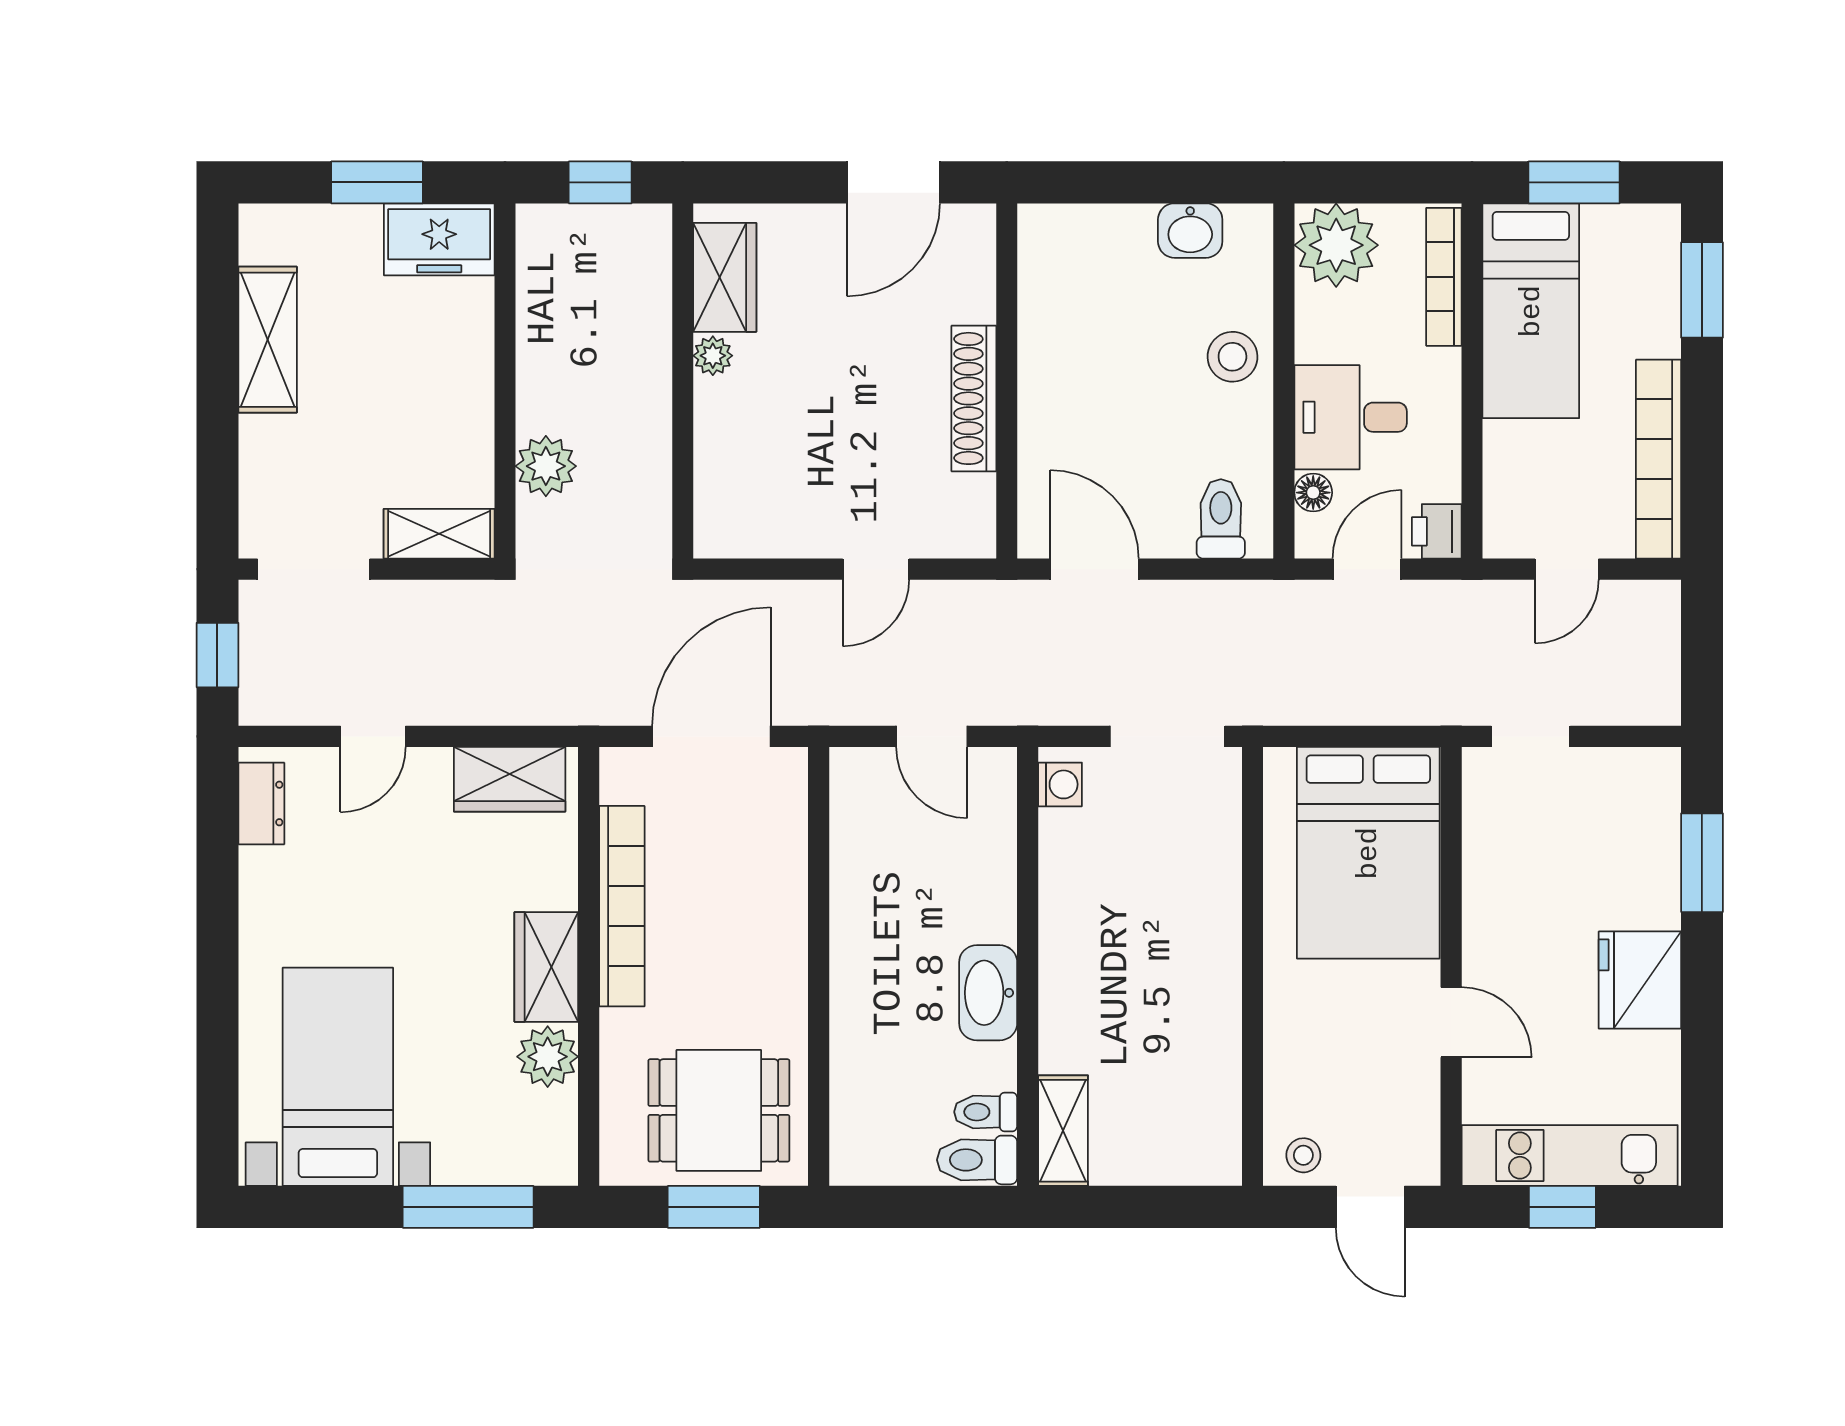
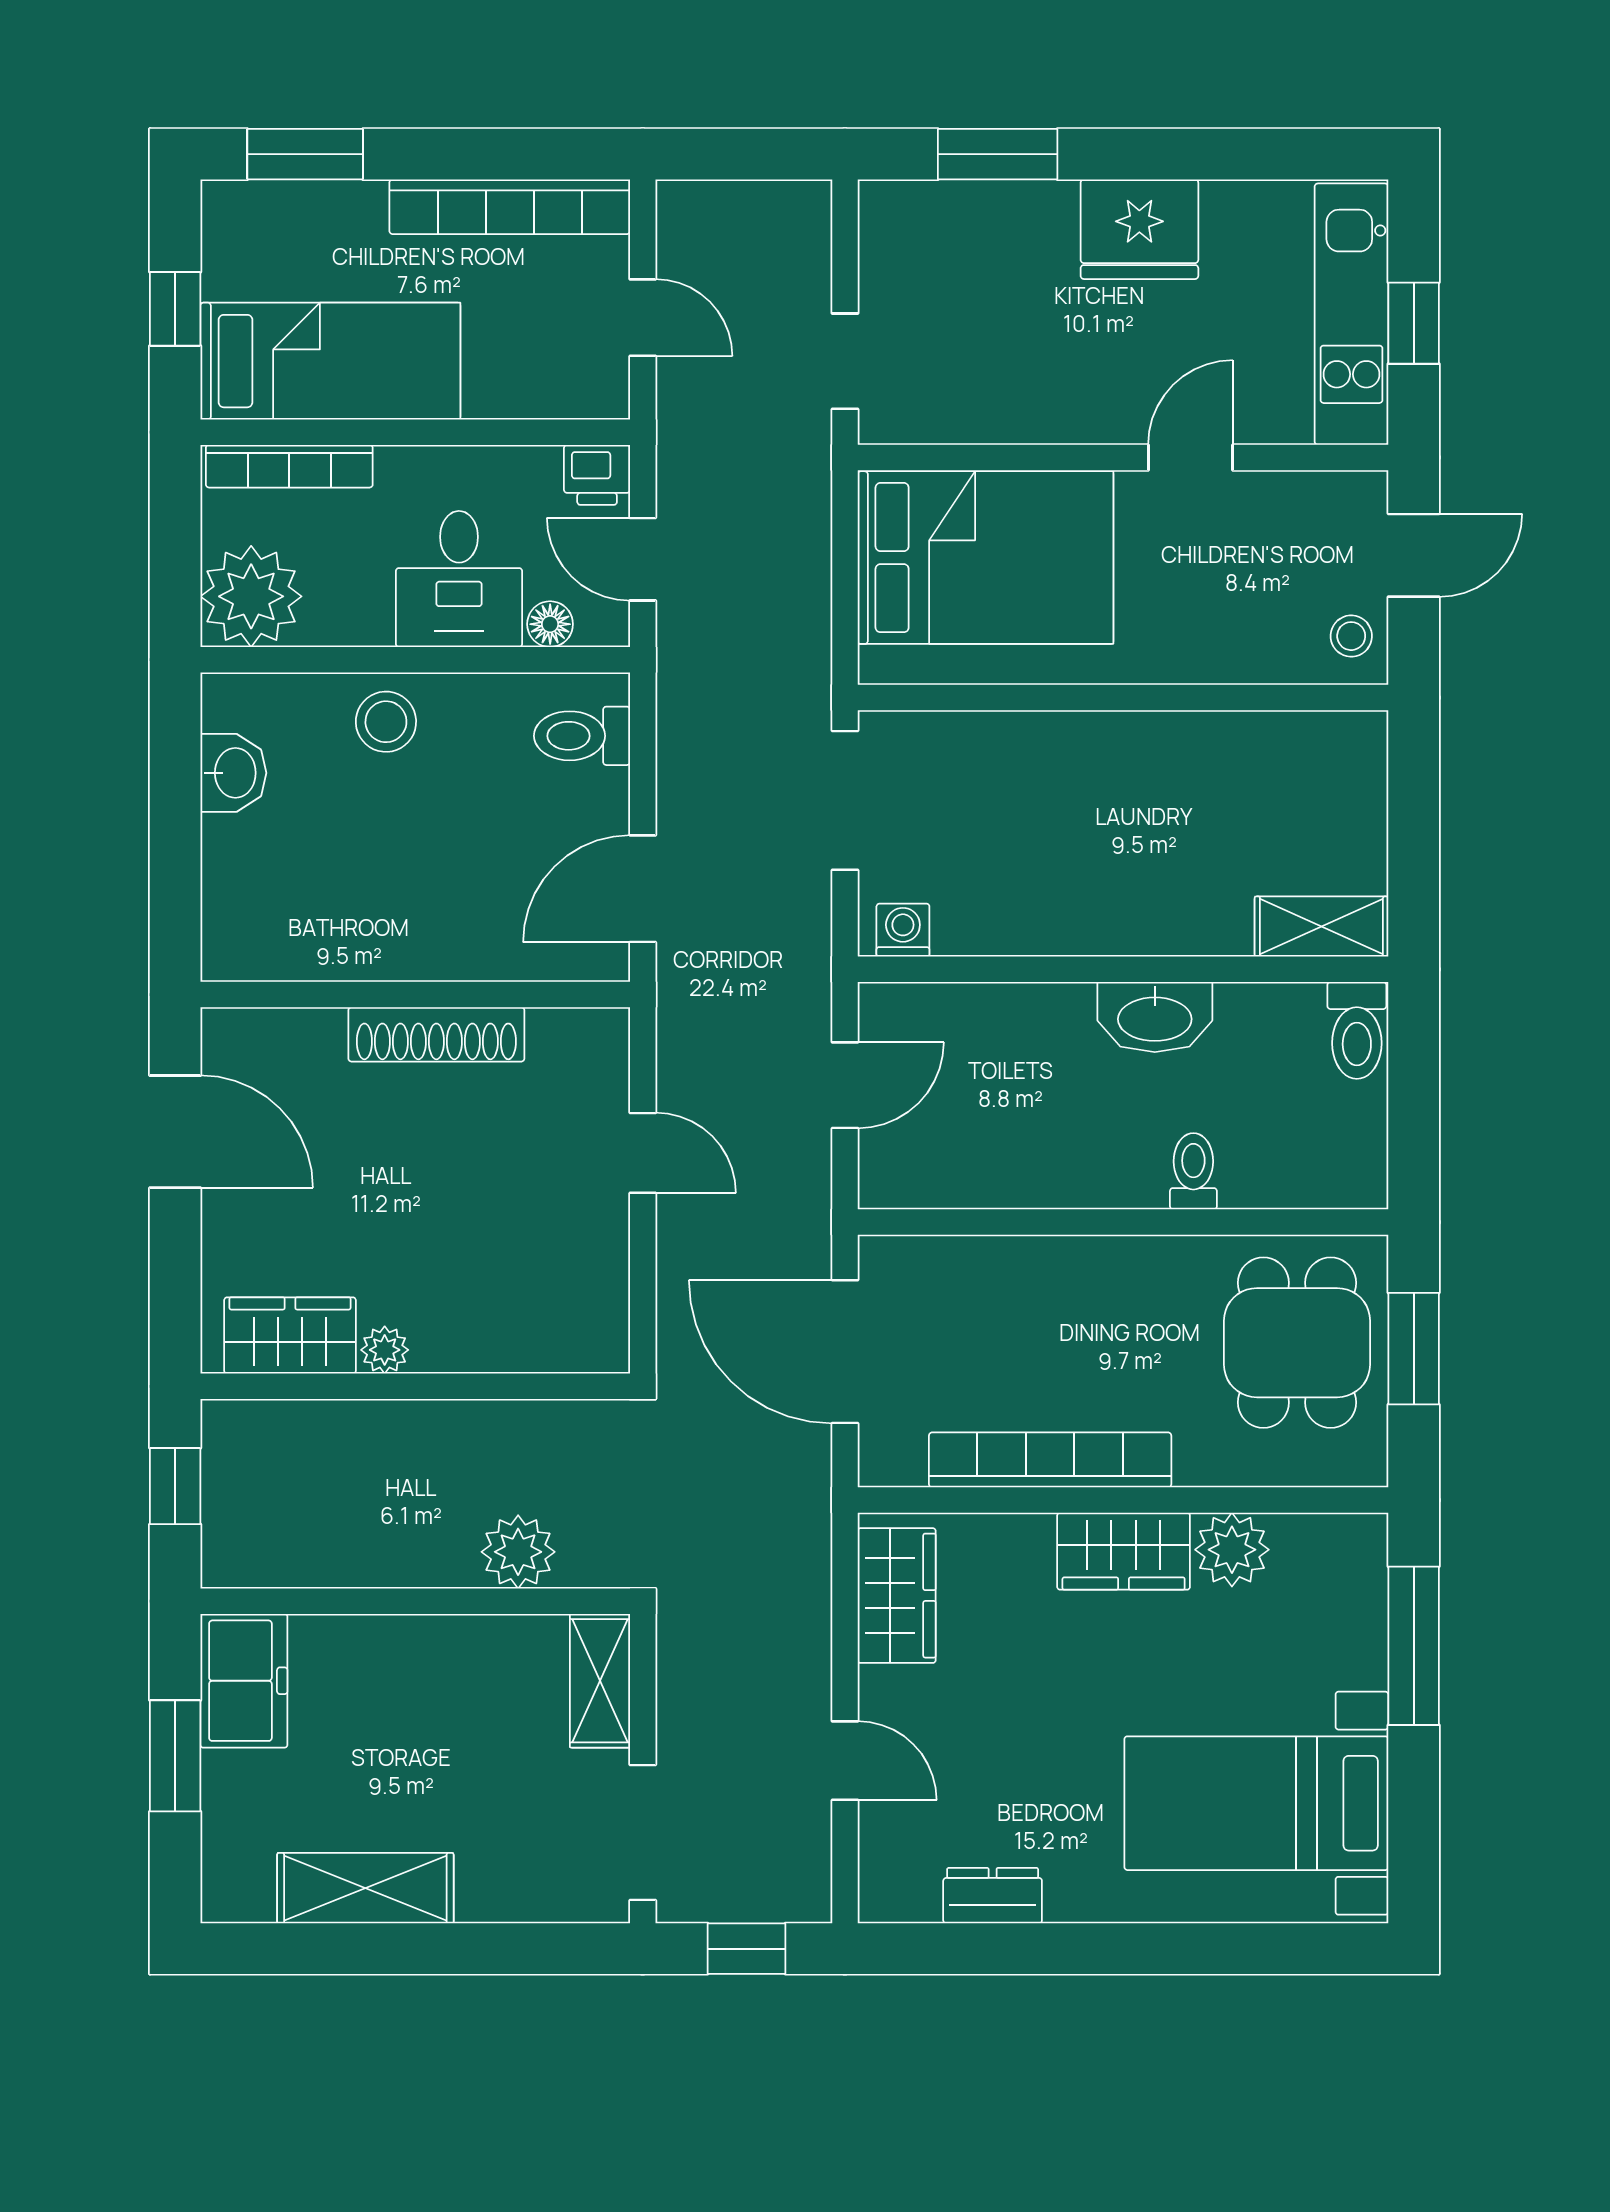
window: (1574, 182) -> (175, 309), width x0.67
dresser: (261, 803) -> (993, 1896), moved
toilet: (986, 1112) -> (1193, 1171), moved, turned 180

